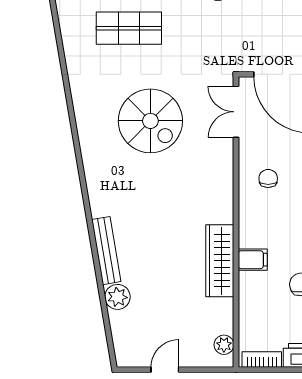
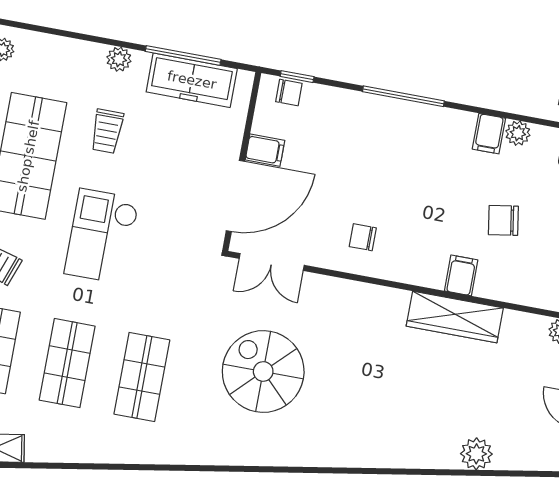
spiral stairs: (150, 121) -> (263, 371), turned -90
bench: (106, 251) -> (416, 457), removed

